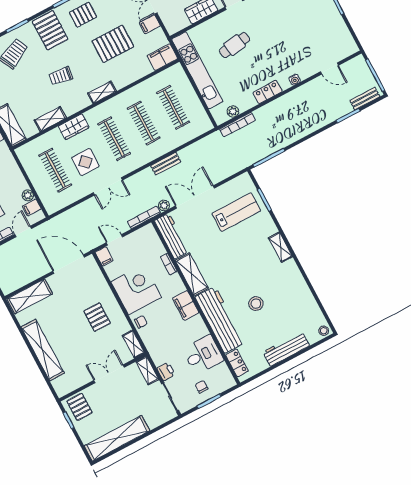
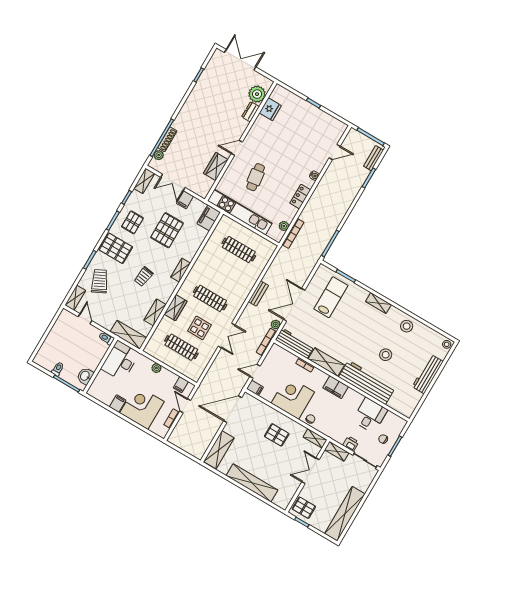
clothes rail: (144, 123) -> (224, 274), removed
plant: (28, 195) -> (156, 368), moved
stool: (295, 288) -> (407, 326), added
locker: (237, 363) -> (398, 406), removed

